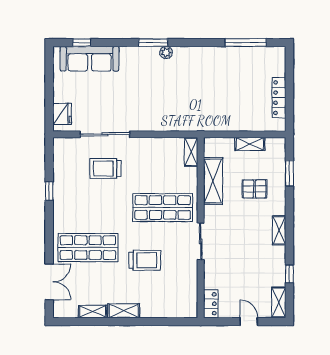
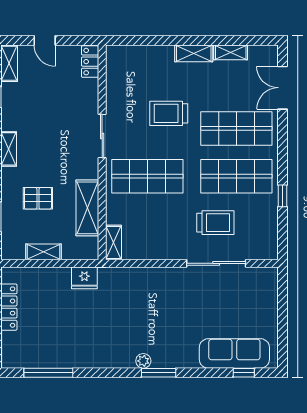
fridge: (62, 114) -> (84, 278), moved, turned -90
shop shelf: (88, 208) -> (236, 176), added

